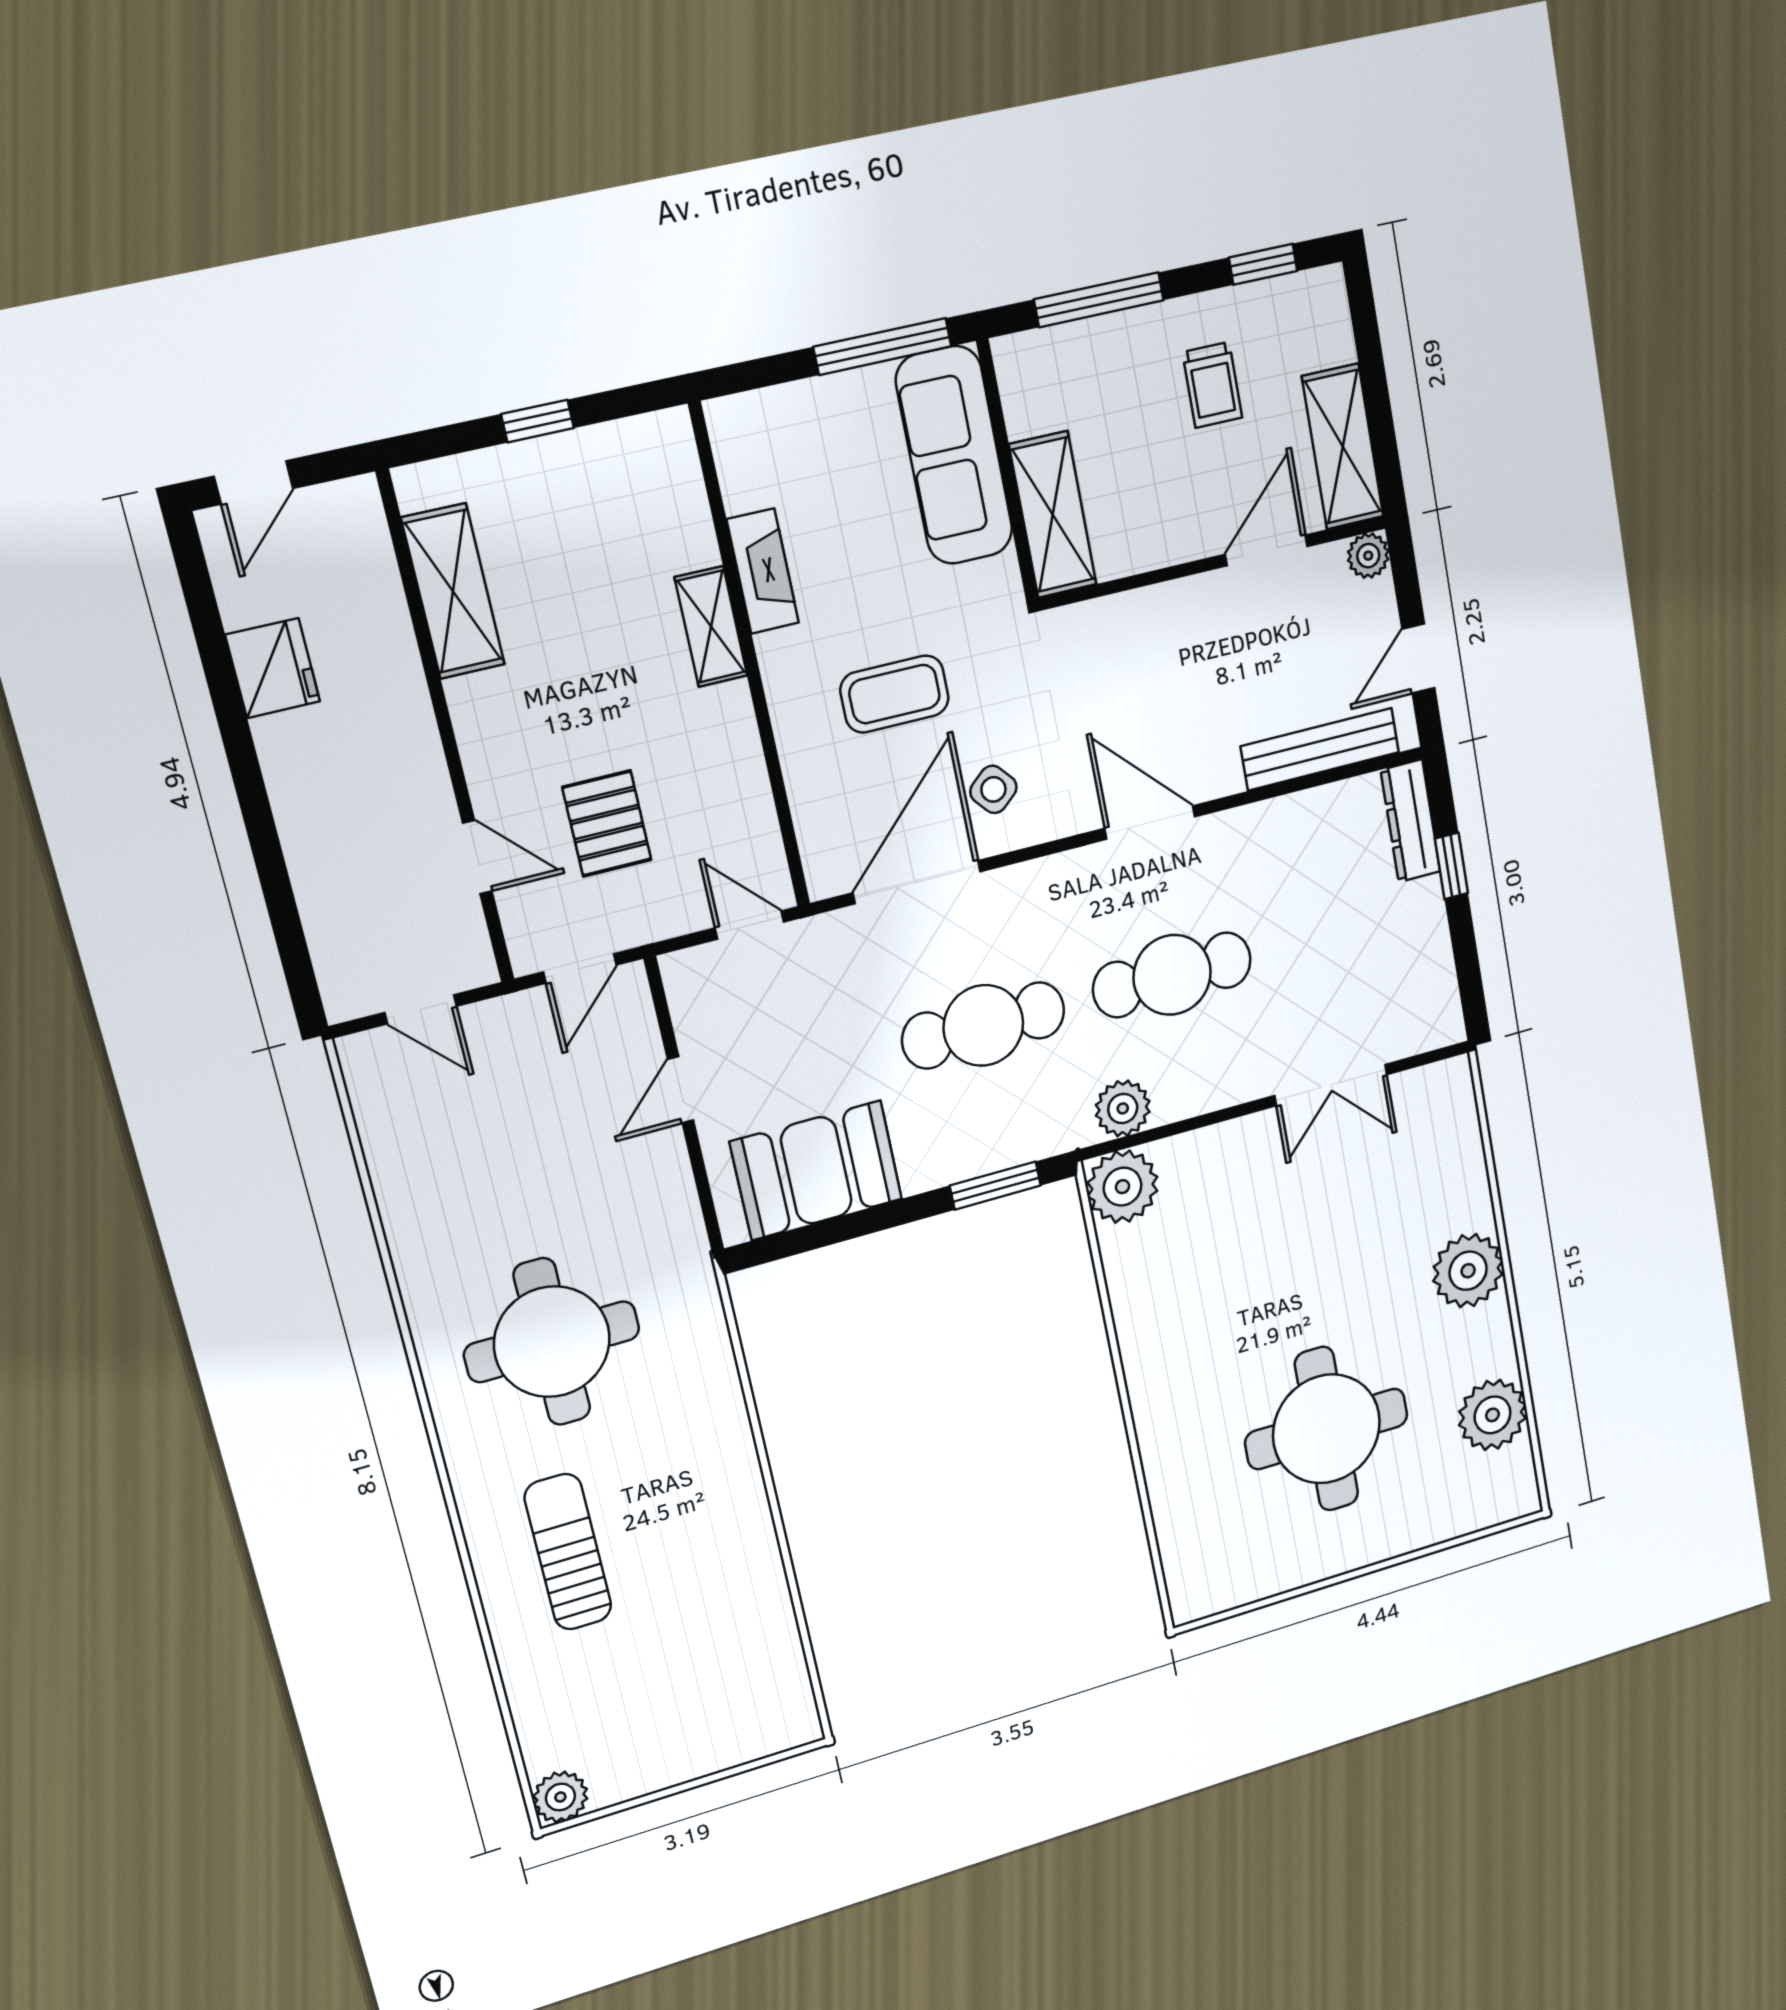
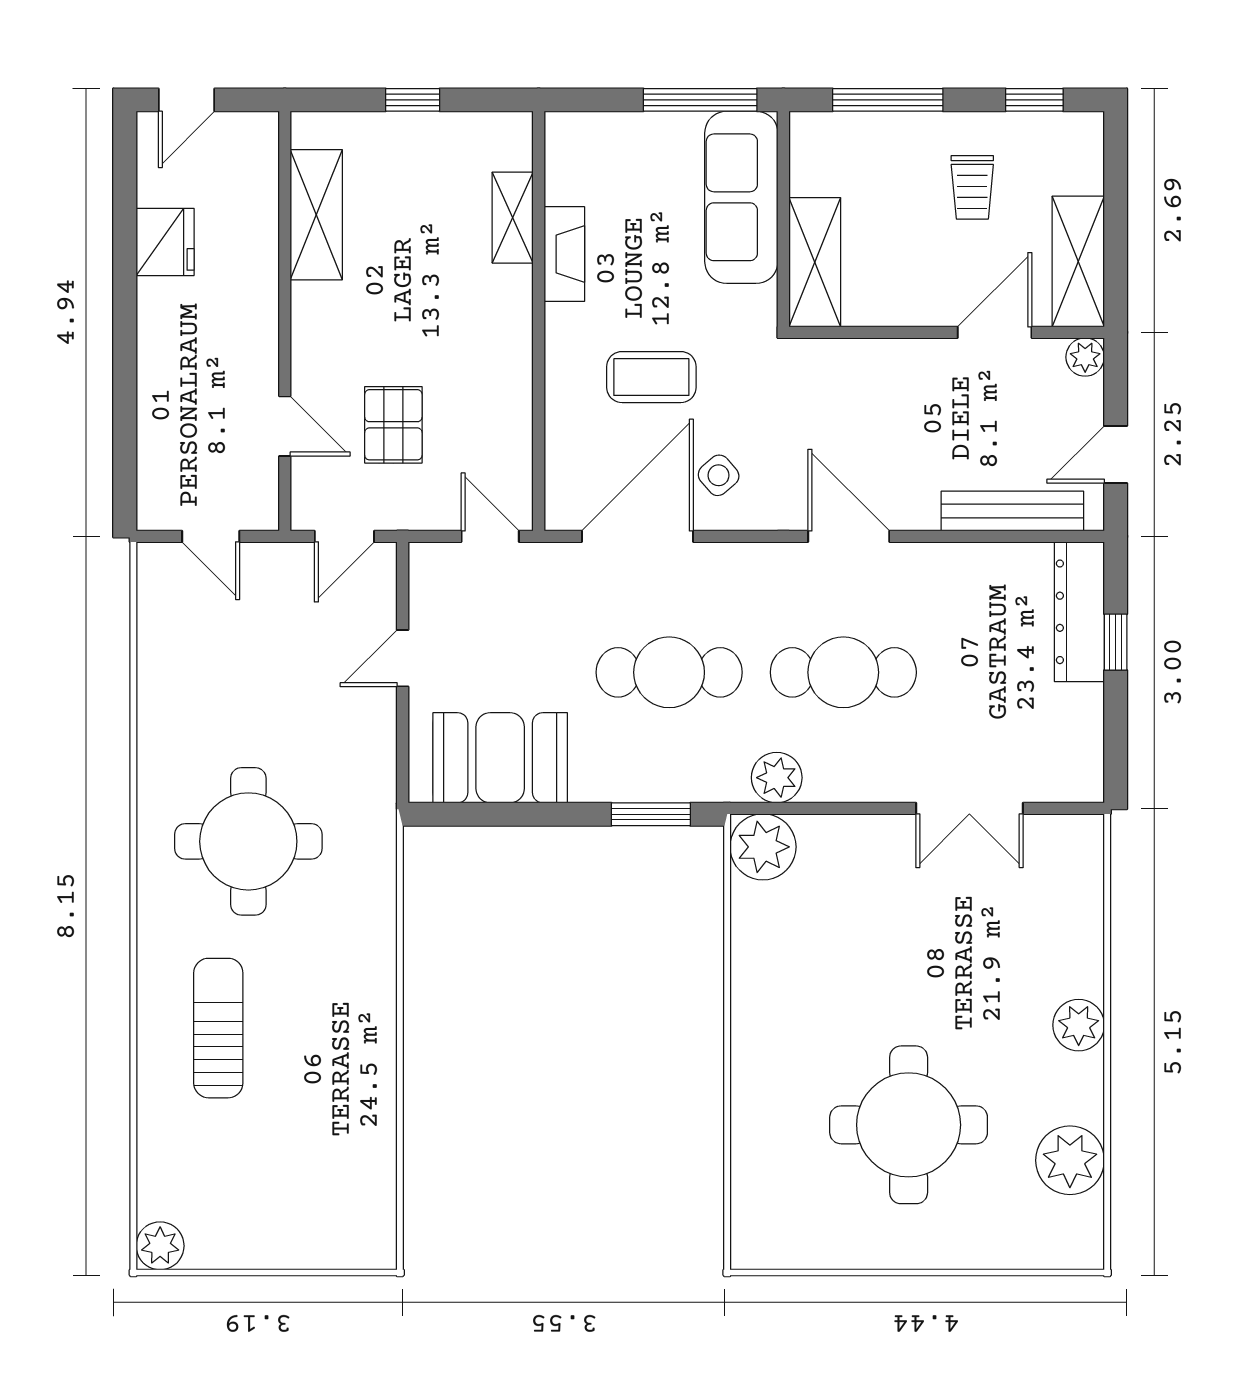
shelving: (711, 627) -> (513, 218), moved
dresser: (1410, 821) -> (1079, 612), width x1.37, depth x1.24
plant: (1468, 1271) -> (1079, 1025), width x0.73, depth x0.73

